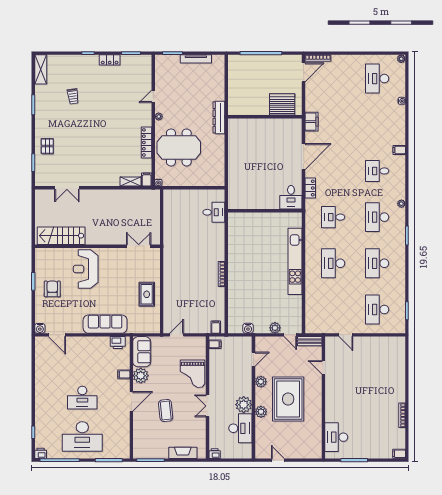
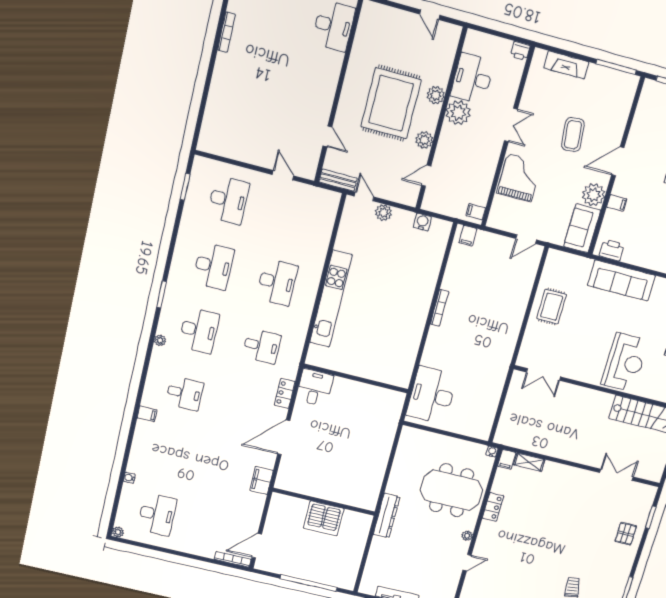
server rack: (282, 104) -> (324, 518), moved
locker: (146, 142) -> (493, 507), width x0.66
desk: (214, 212) -> (432, 395), width x1.87, depth x1.30

